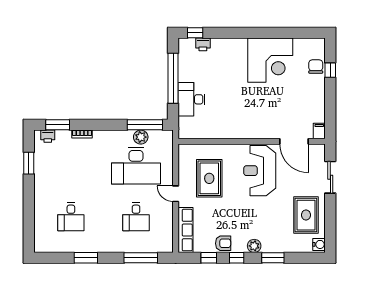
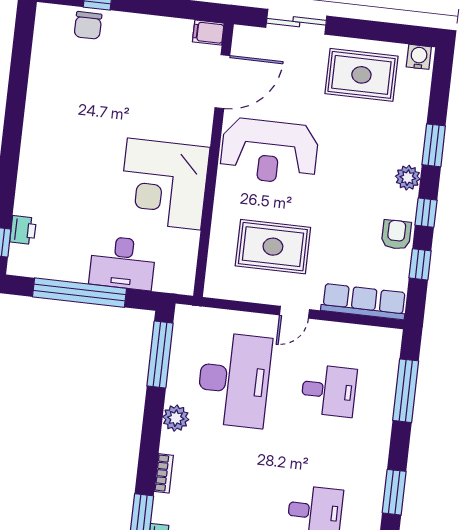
corner desk: (270, 60) -> (164, 184), moved, turned 180
chair: (316, 67) -> (88, 25), turned -90
plant: (141, 137) -> (176, 418), moved

